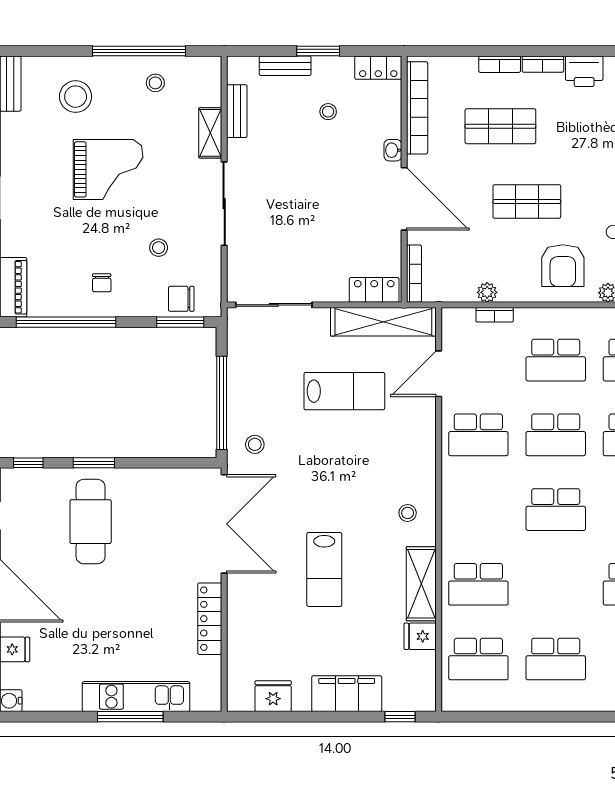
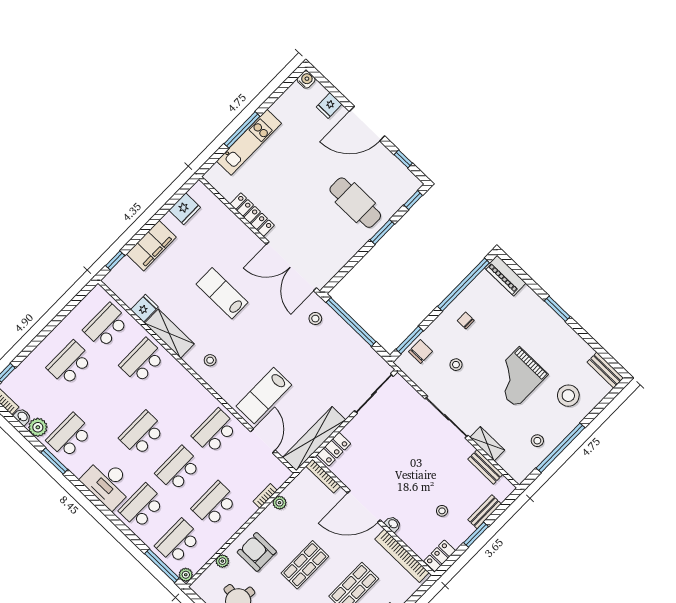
lab bench: (344, 391) -> (264, 396), moved

